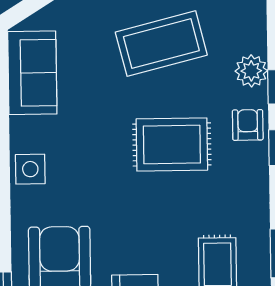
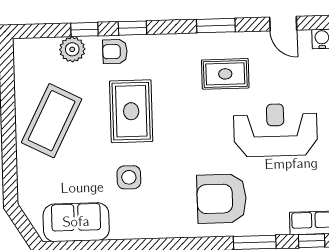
coffee table: (161, 44) -> (52, 121), turned 41
side table: (30, 169) -> (129, 177), moved

